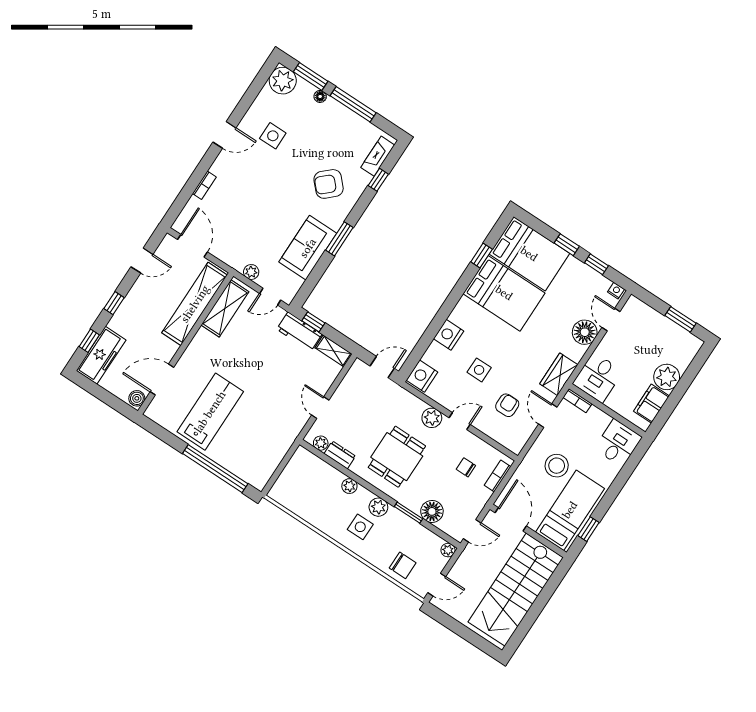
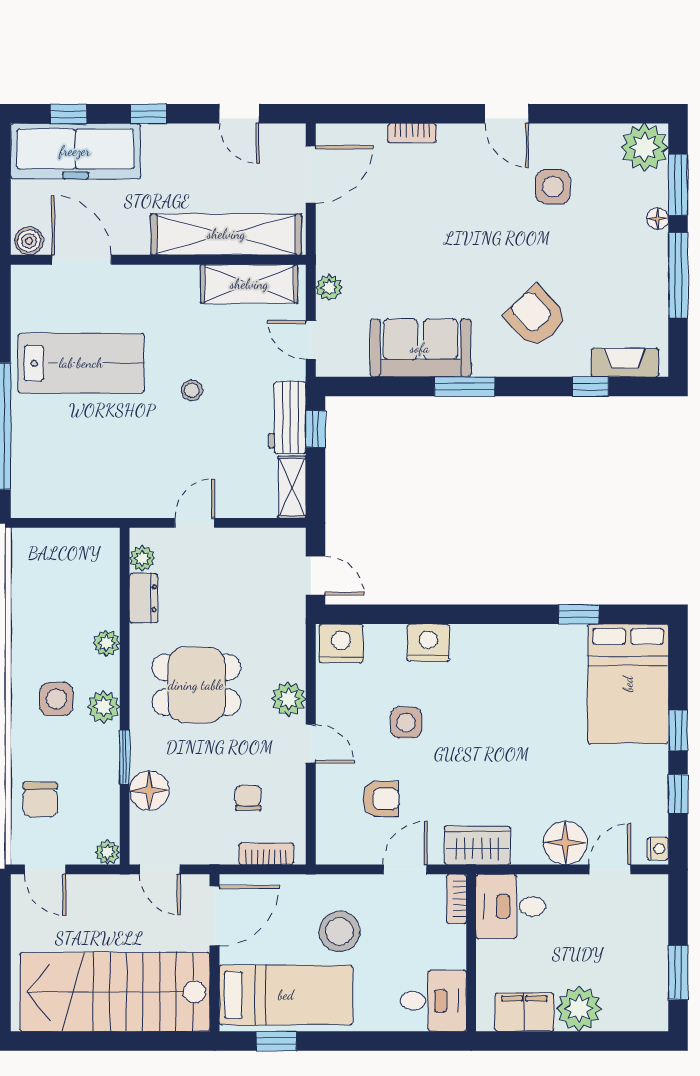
bed: (504, 293) -> (544, 685), removed
freezer: (101, 355) -> (75, 151), width x1.36, depth x1.26
stool: (257, 368) -> (192, 390), added

